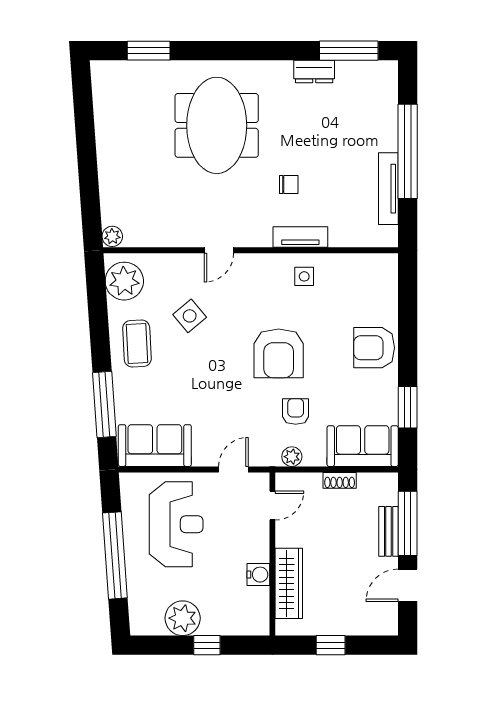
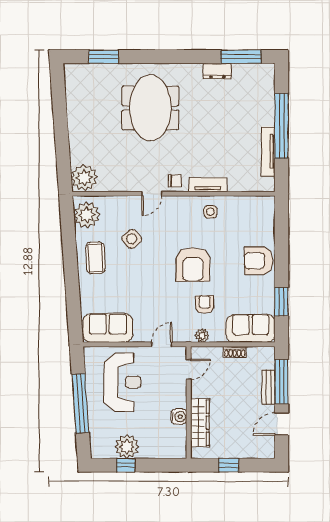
chair: (289, 185) -> (175, 181), moved
plant: (112, 236) -> (84, 178), width x1.87, depth x1.87
window: (104, 405) -> (73, 300), removed
window: (207, 645) -> (126, 465), moved

